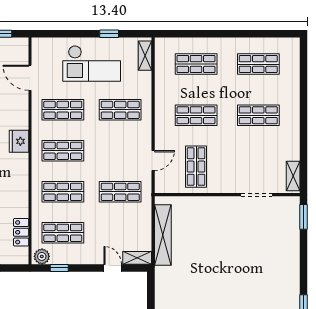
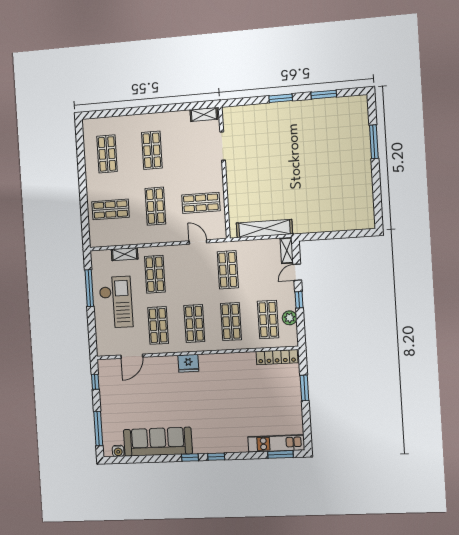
window: (109, 34) -> (89, 288), width x2.17
shelving: (145, 56) -> (125, 254), moved
shop shelf: (196, 64) -> (111, 209), turned 90
window: (303, 217) -> (281, 98), moved
locker: (21, 232) -> (277, 357), width x1.53
plant: (42, 256) -> (290, 318), moved
window: (59, 268) -> (299, 300), moved

